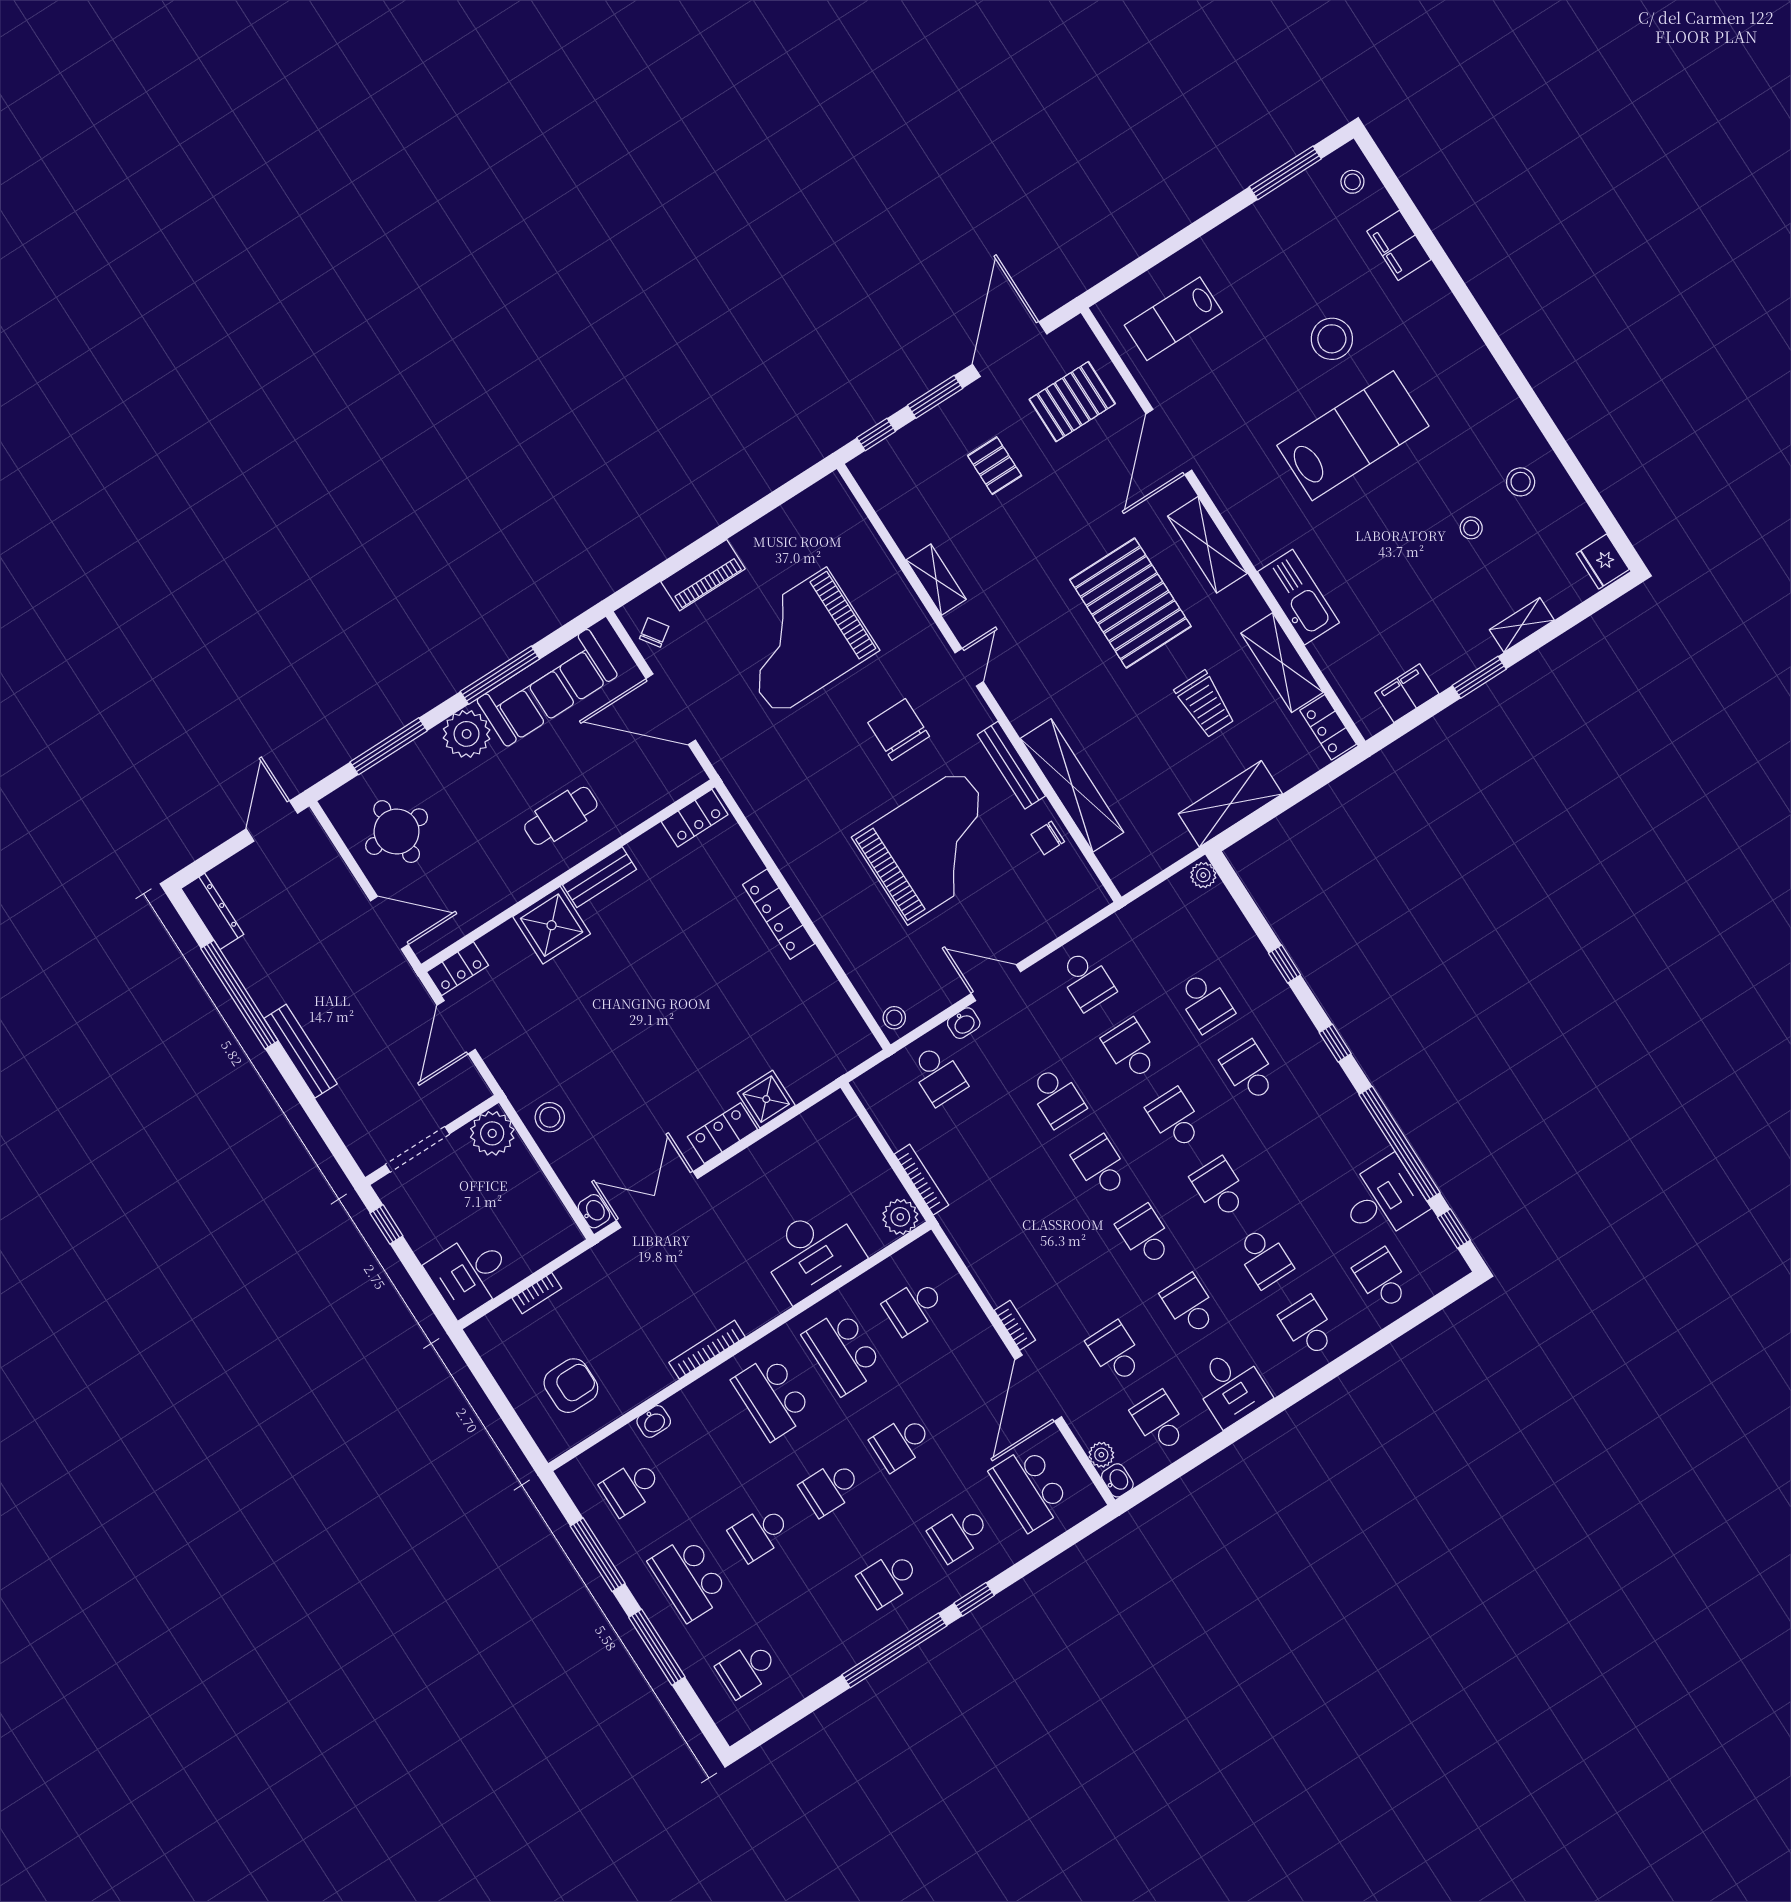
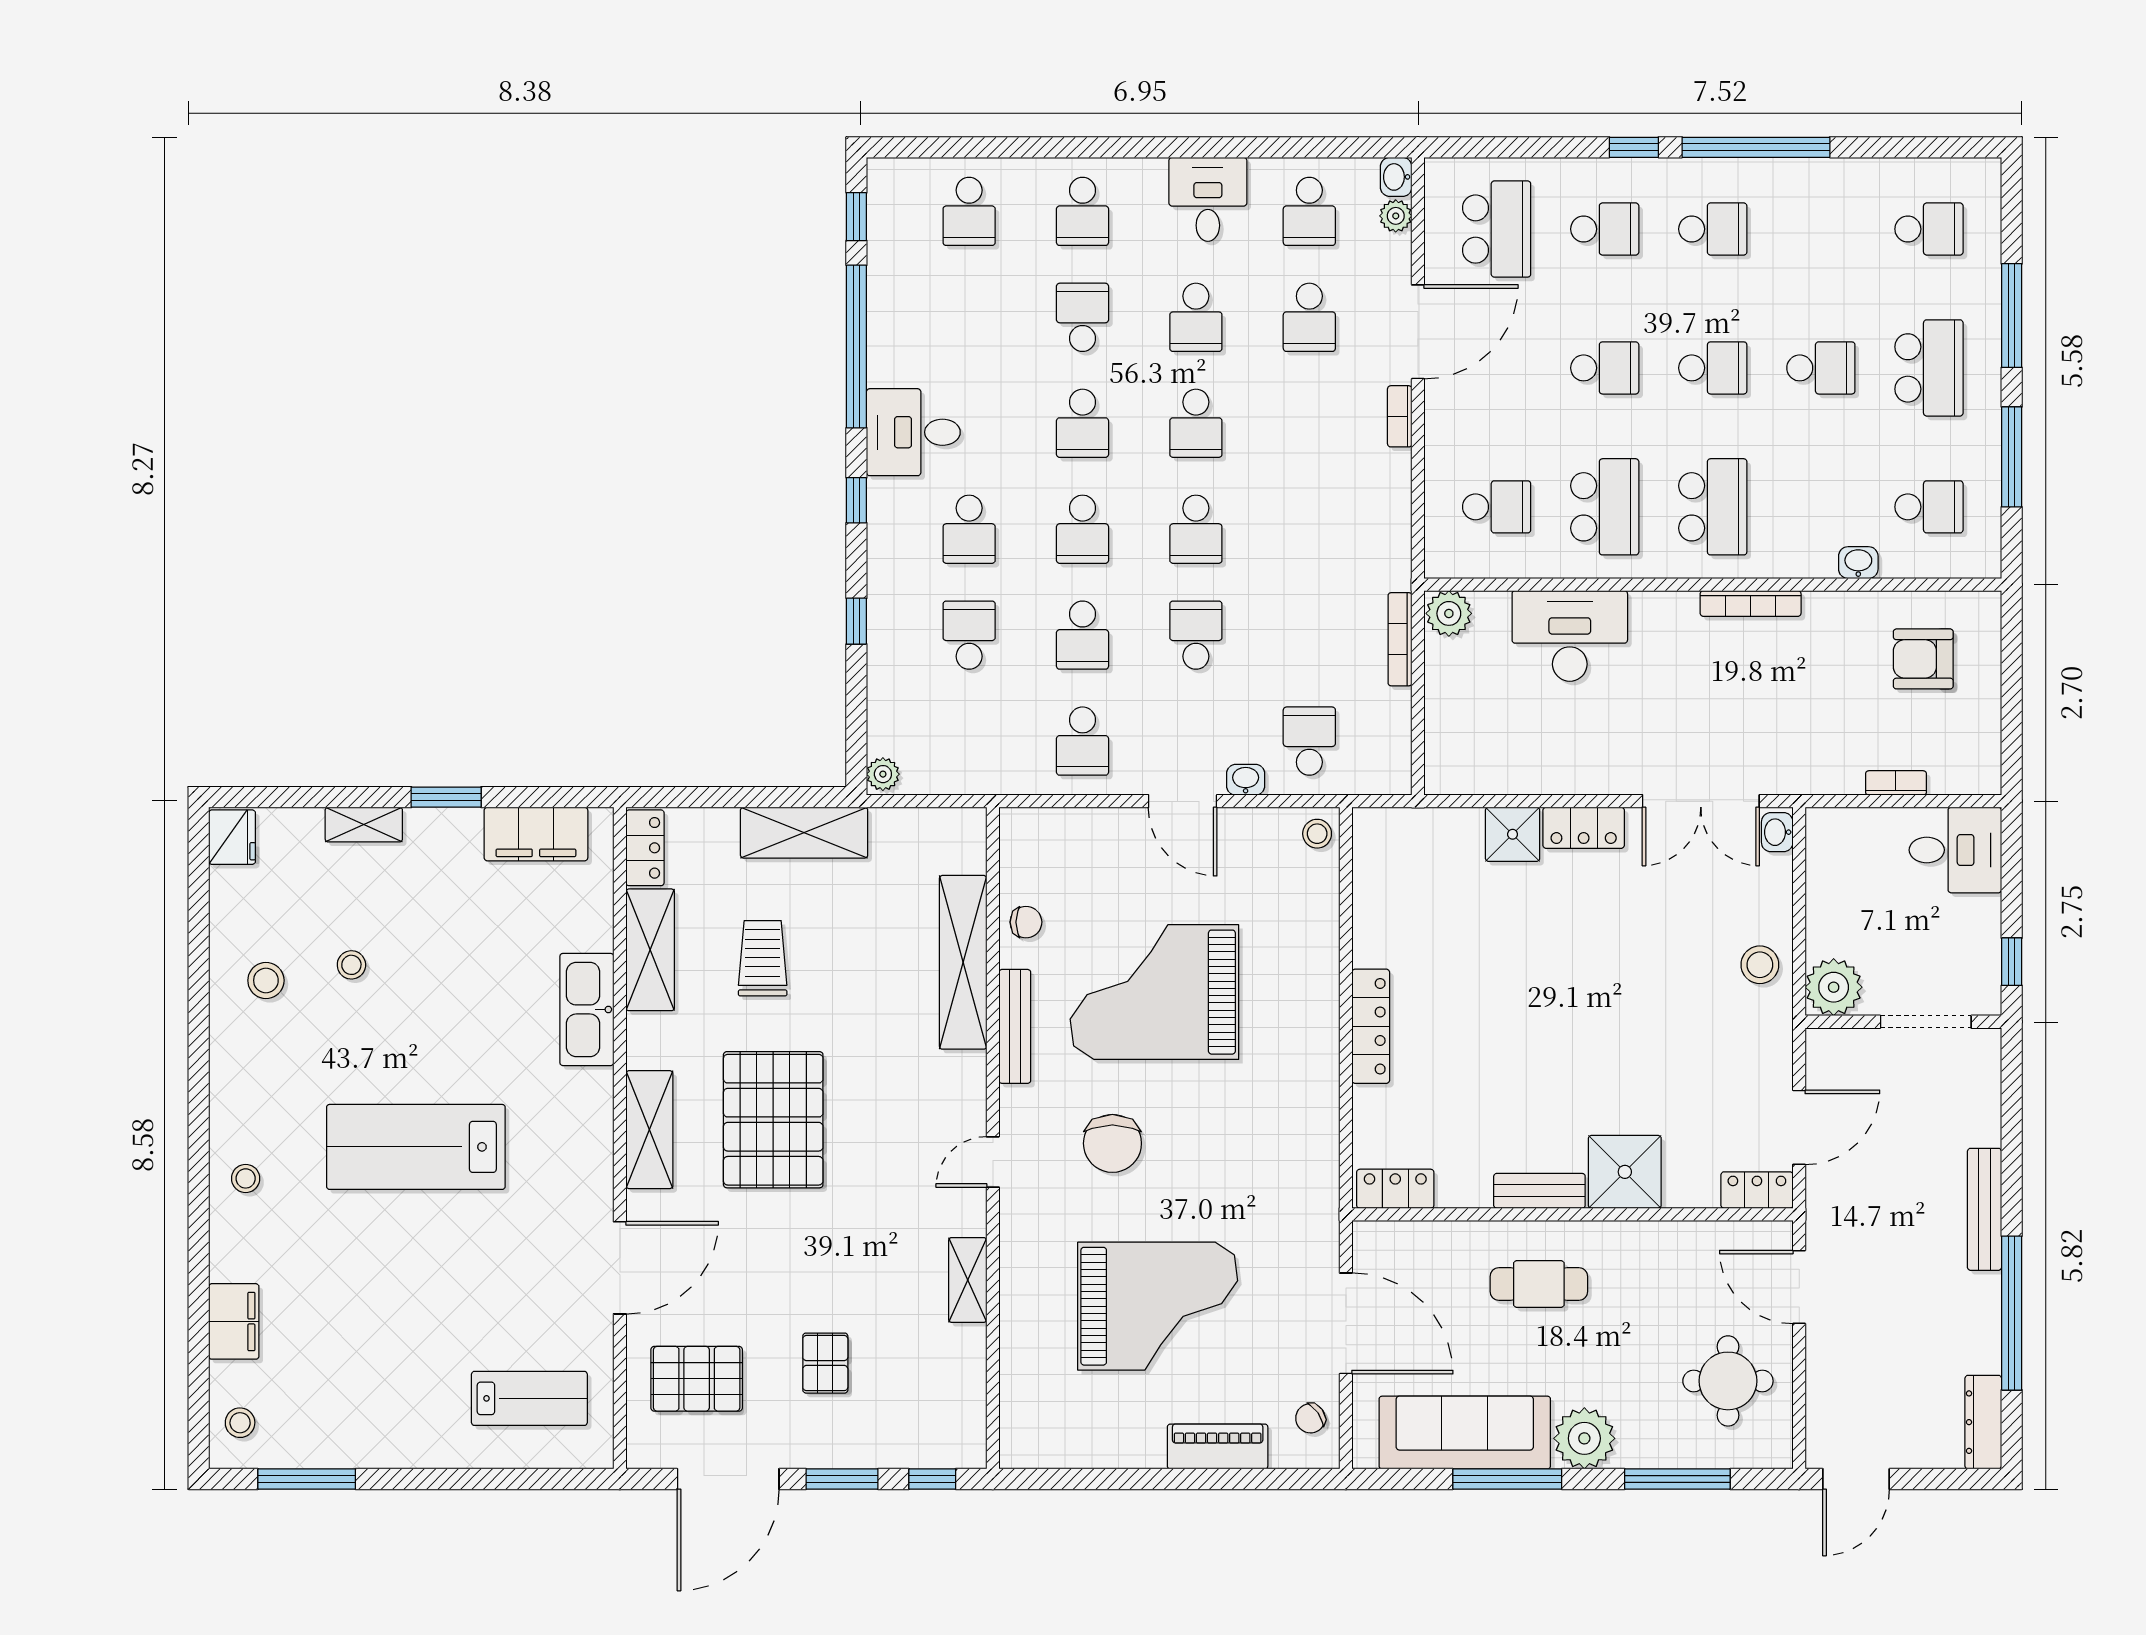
stool: (1332, 339) -> (246, 1178), moved, width x0.53, depth x0.53
filing cabinet: (1407, 693) -> (536, 834), width x1.50, depth x1.17
school desk: (1087, 980) -> (1083, 741), turned 180
desk: (1383, 1200) -> (913, 432), moved

